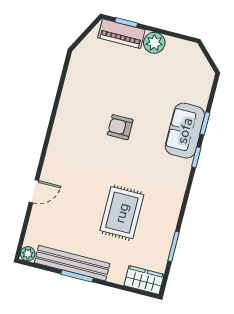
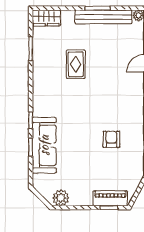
plant: (154, 43) -> (61, 198), moved
armchair: (120, 127) -> (111, 139), moved, turned -90
sofa: (185, 131) -> (44, 145), width x1.36
rug: (122, 213) -> (76, 64), width x0.73, depth x0.70

